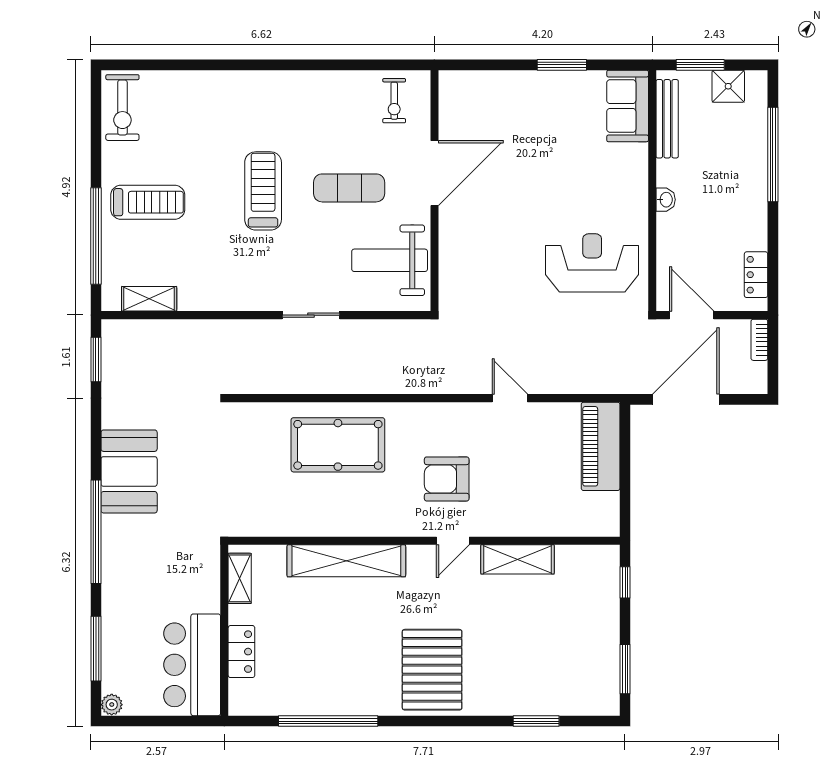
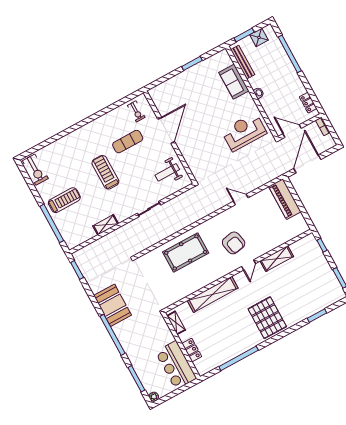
sofa: (628, 106) -> (234, 82), moved
exercise mat: (349, 188) -> (128, 142), moved
weight bench: (390, 260) -> (167, 172), width x0.73, depth x0.75
shelving: (149, 299) -> (106, 225), moved
armchair: (447, 479) -> (234, 243), turned -101

